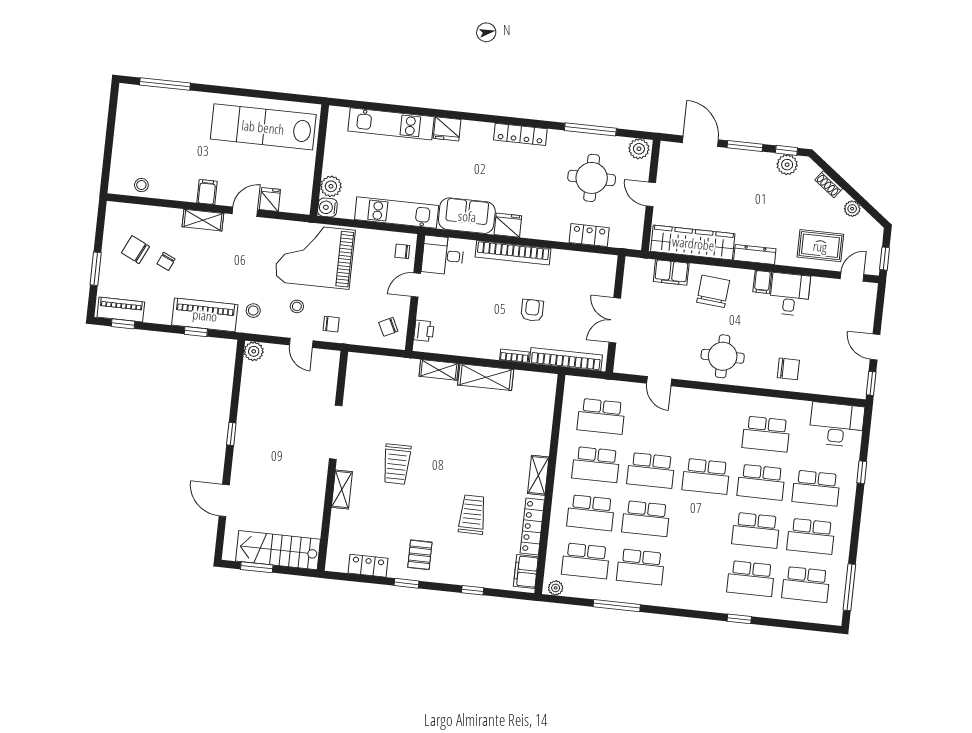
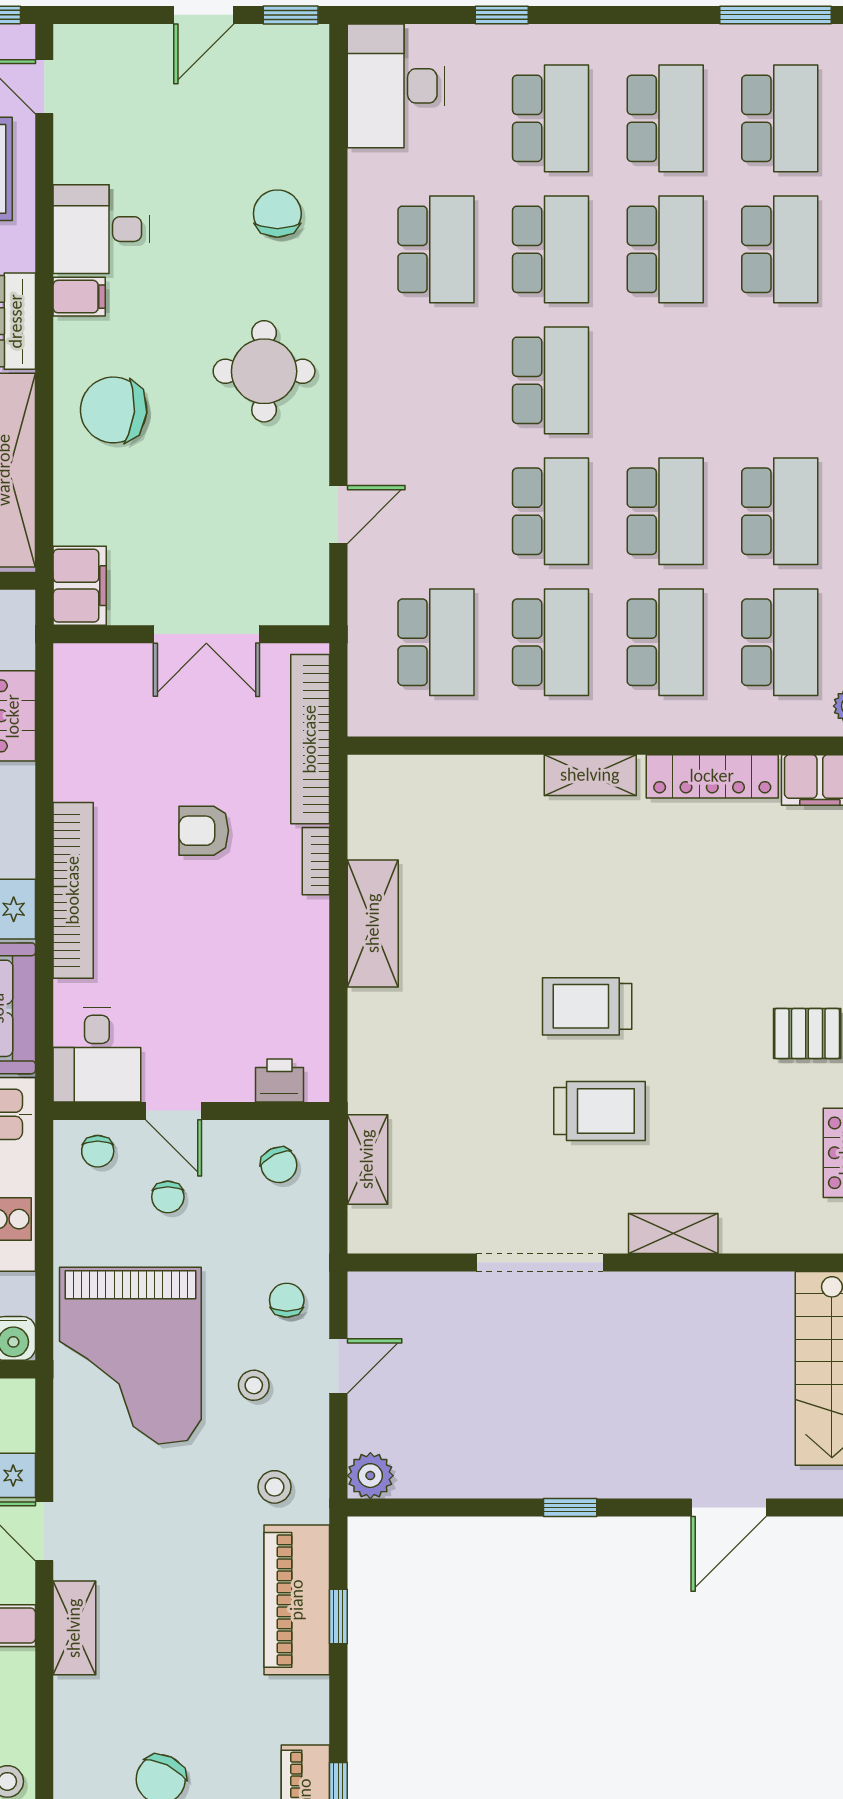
chair: (166, 261) -> (168, 1197), moved, turned 66
filing cabinet: (671, 272) -> (80, 586), moved
shelving: (439, 370) -> (367, 1159), moved
trolley: (472, 515) -> (587, 1006), moved

